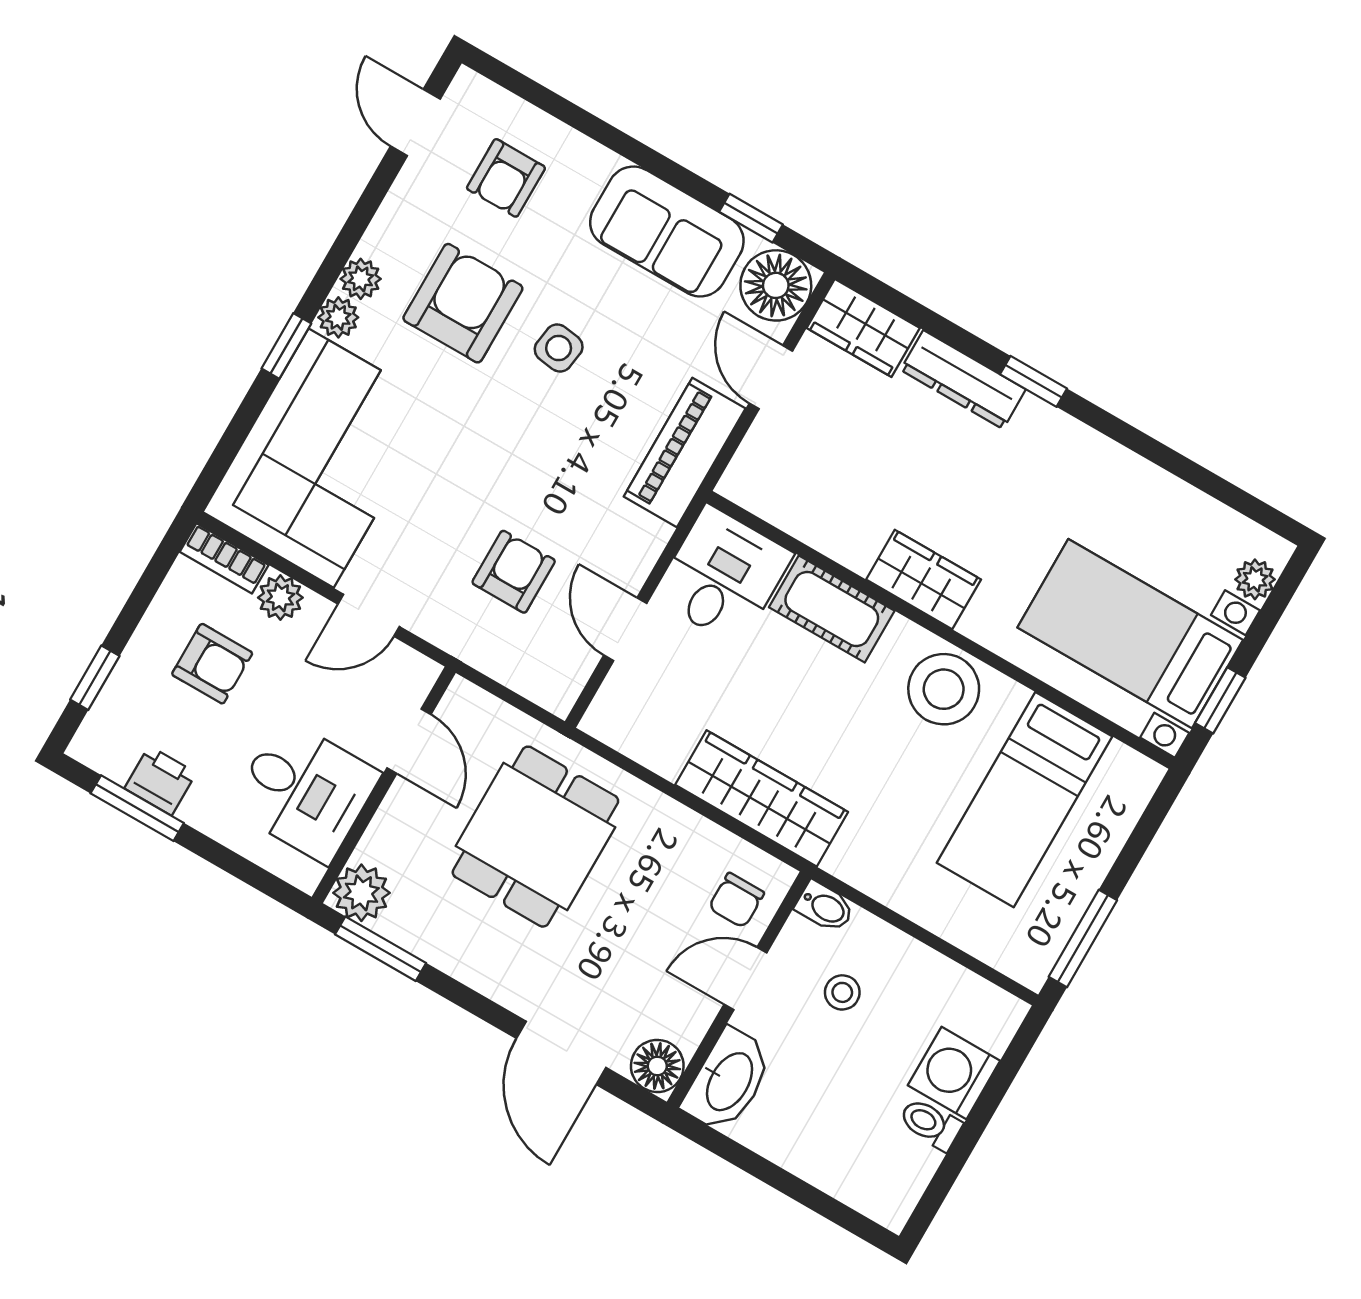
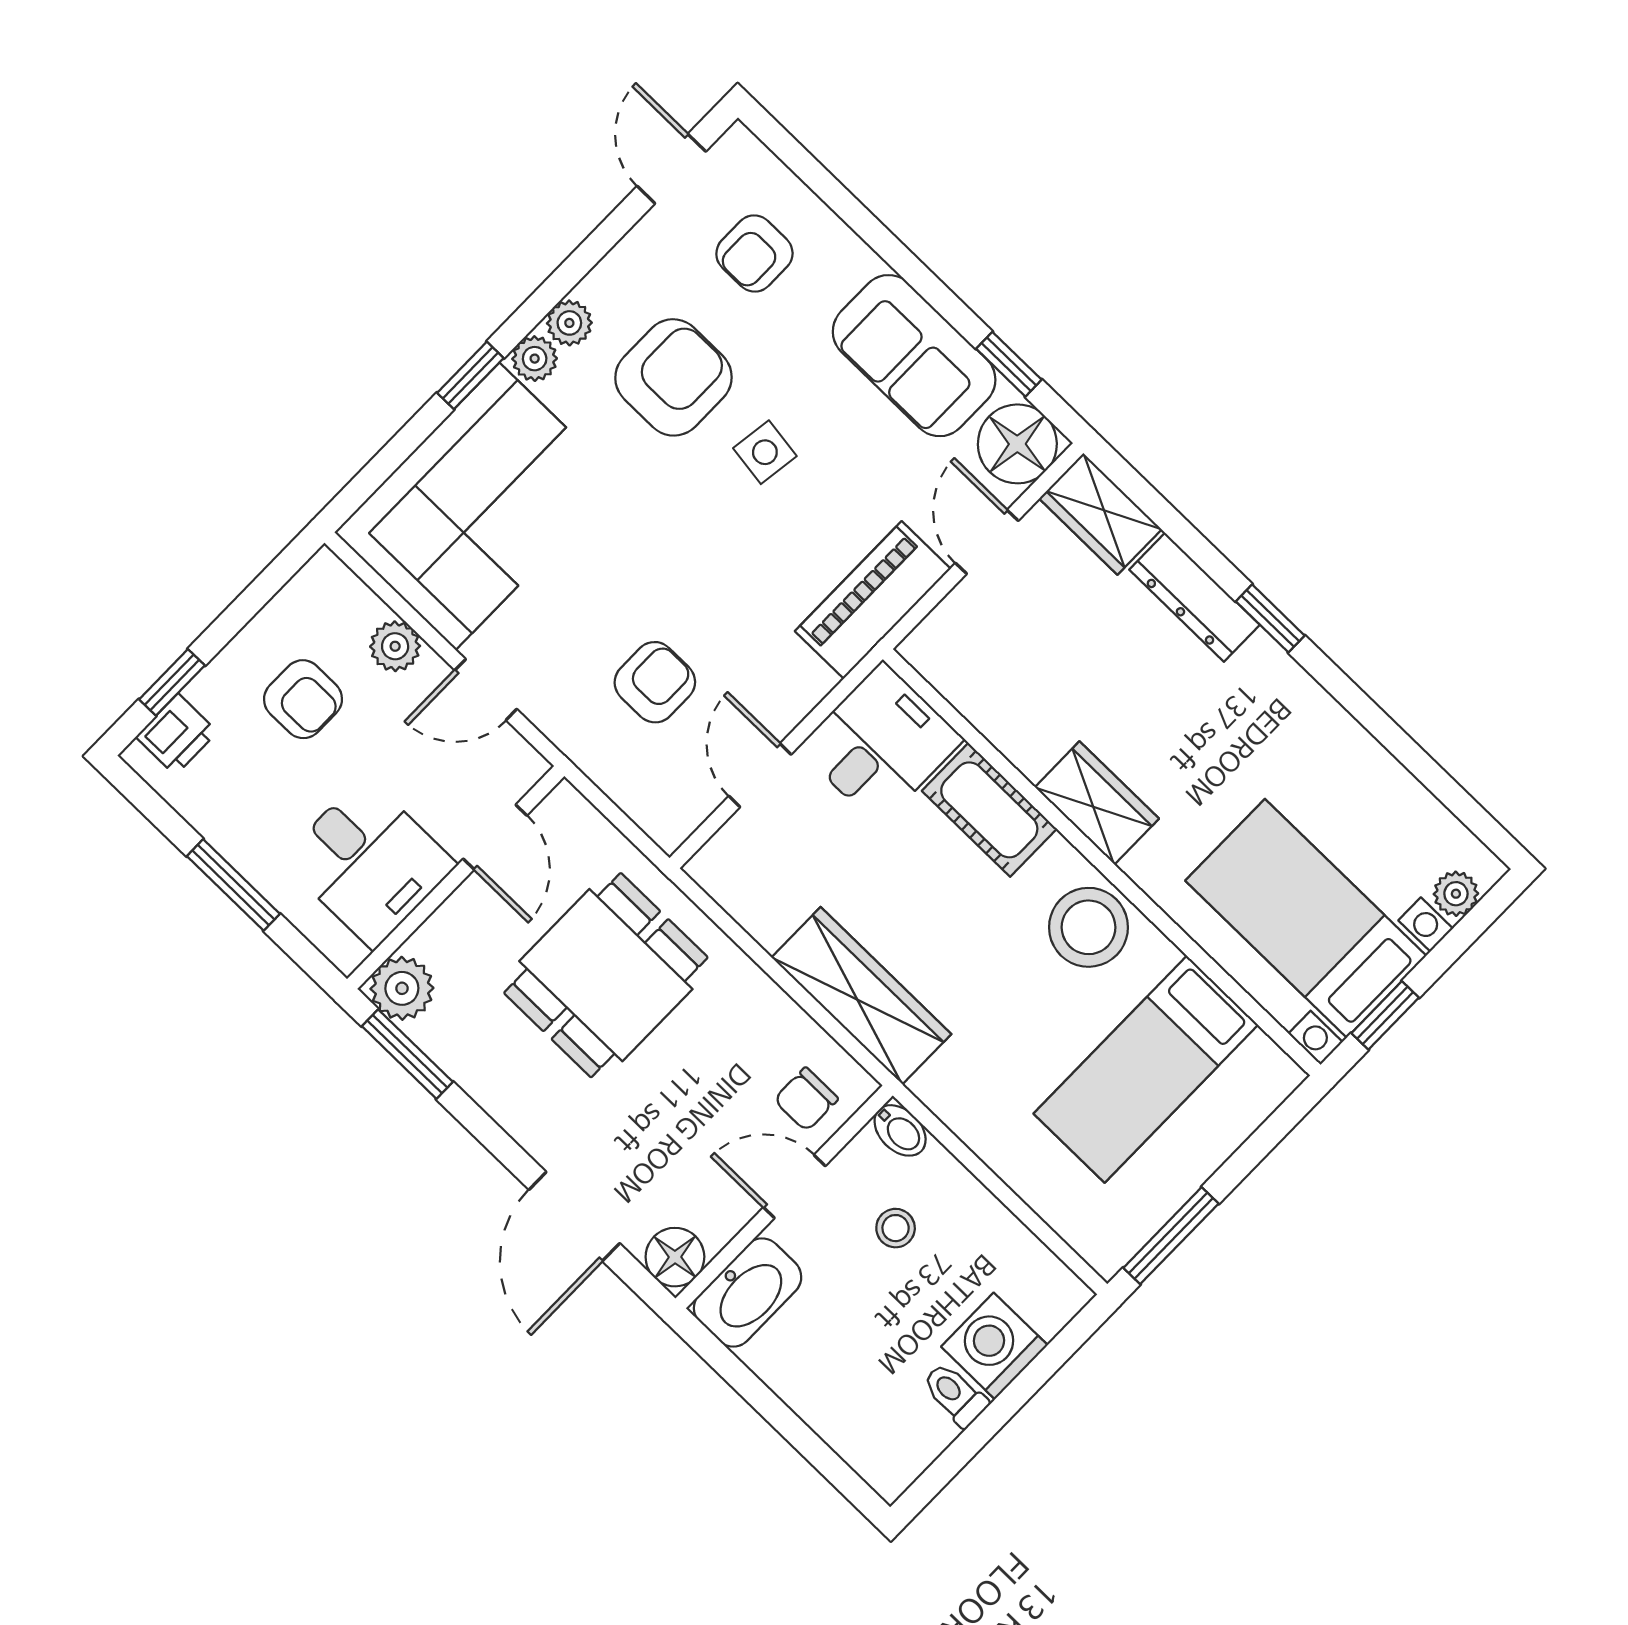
bookcase: (224, 558) -> (345, 588), removed
printer: (160, 781) -> (177, 734), moved, turned 90
window: (137, 808) -> (233, 885), moved

